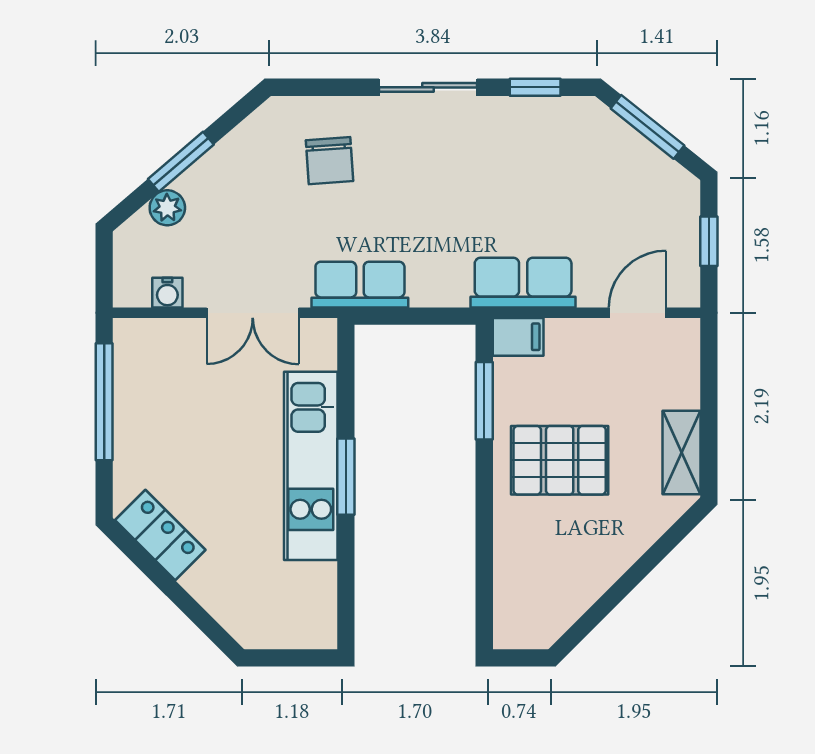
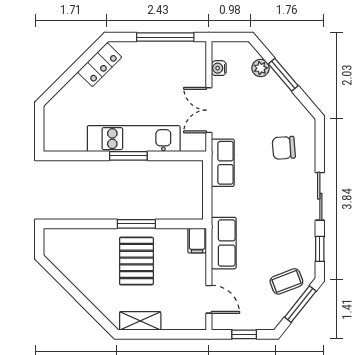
coffee table: (601, 155) -> (286, 281), added
window: (484, 401) -> (136, 224), moved

